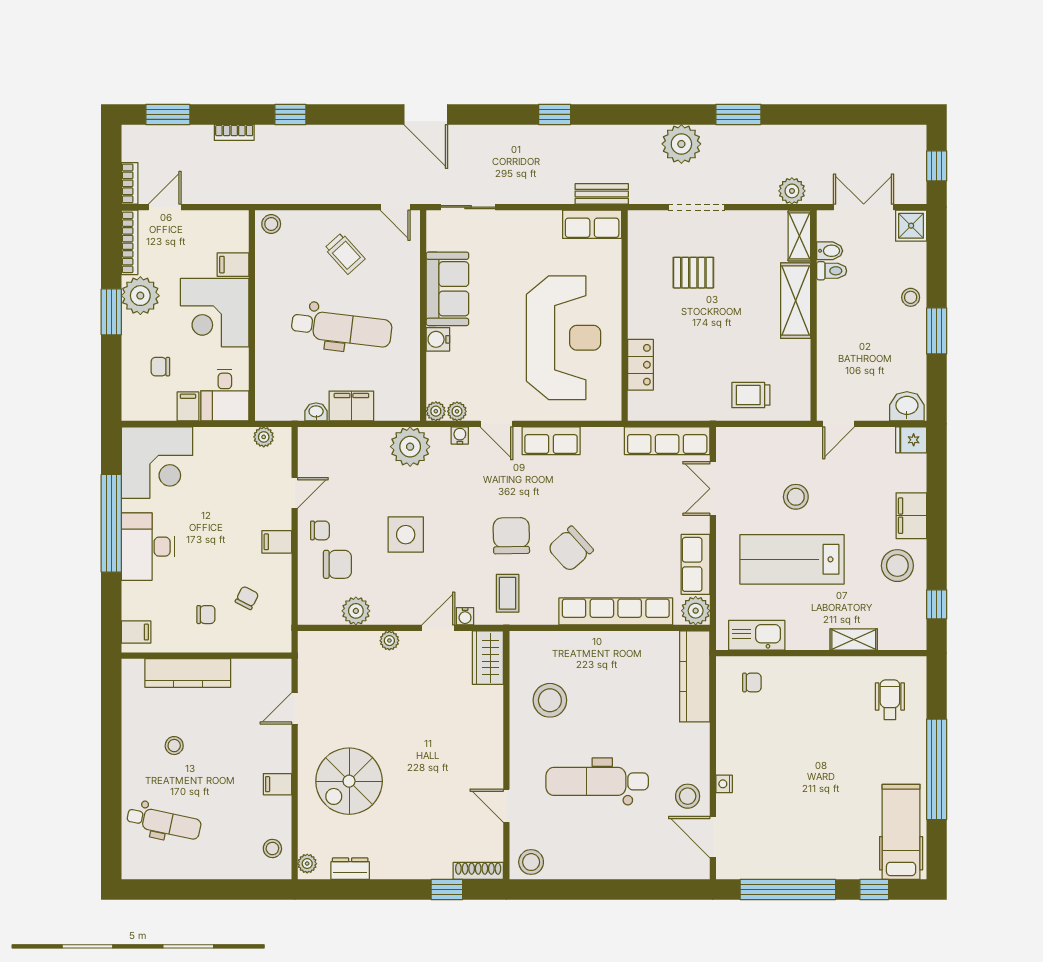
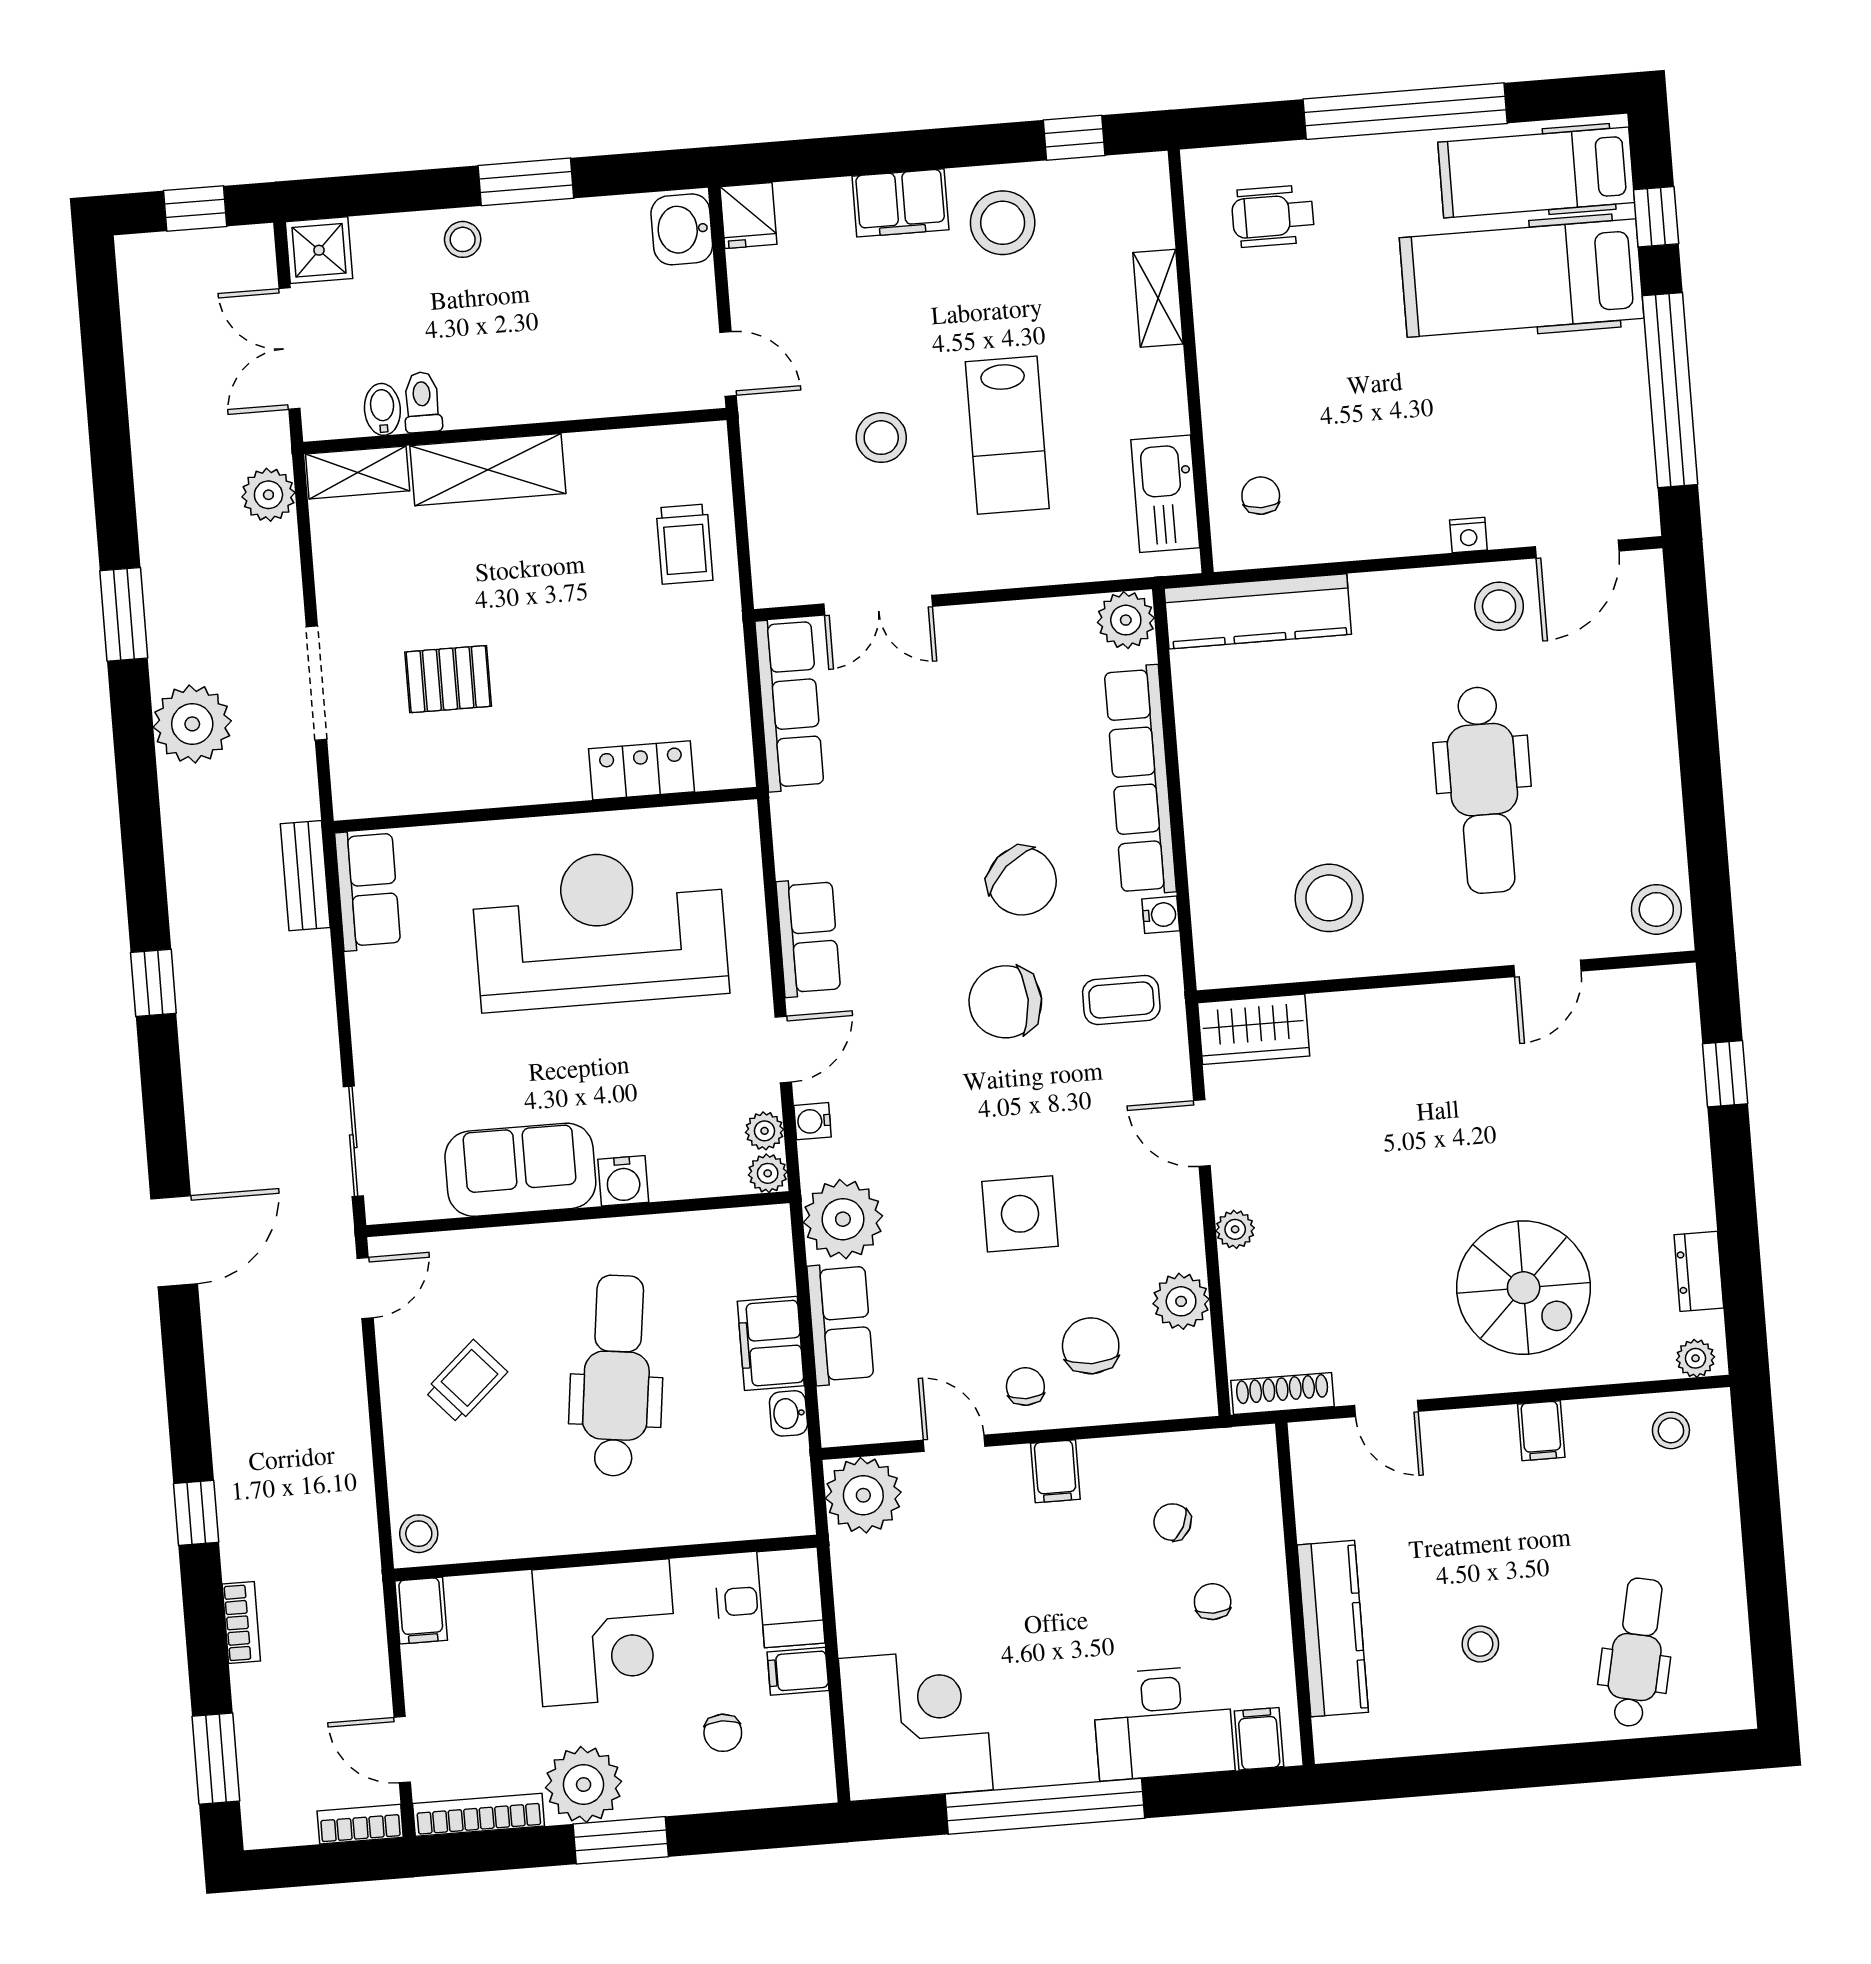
filing cabinet: (233, 265) -> (421, 1611), moved
pallet: (693, 273) -> (448, 679), turned 90
plant: (264, 437) -> (863, 1495), width x1.88, depth x1.88
desk: (148, 547) -> (1163, 1723), moved
lab bench: (792, 559) -> (1007, 435), width x0.73, depth x0.72
row of seats: (696, 564) -> (840, 1324), moved, turned -90
water cooler: (465, 616) -> (1161, 915), moved
hospital bed: (849, 820) -> (1522, 278), added
shoe rack: (478, 871) -> (1282, 1394), moved, turned 90

